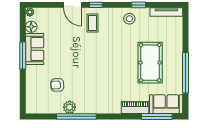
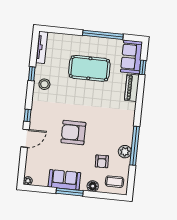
coffee table: (92, 23) -> (115, 182), moved
floor lamp: (31, 27) -> (93, 186), moved
armchair: (83, 53) -> (73, 133), added
window: (157, 116) -> (143, 67), width x0.46

